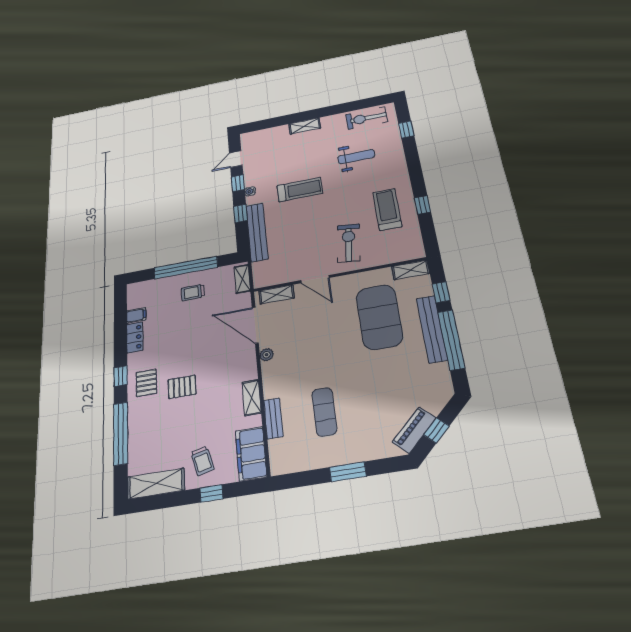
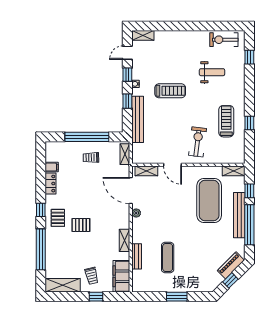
shelving: (305, 126) -> (143, 35), moved
piano: (414, 430) -> (231, 265), moved

